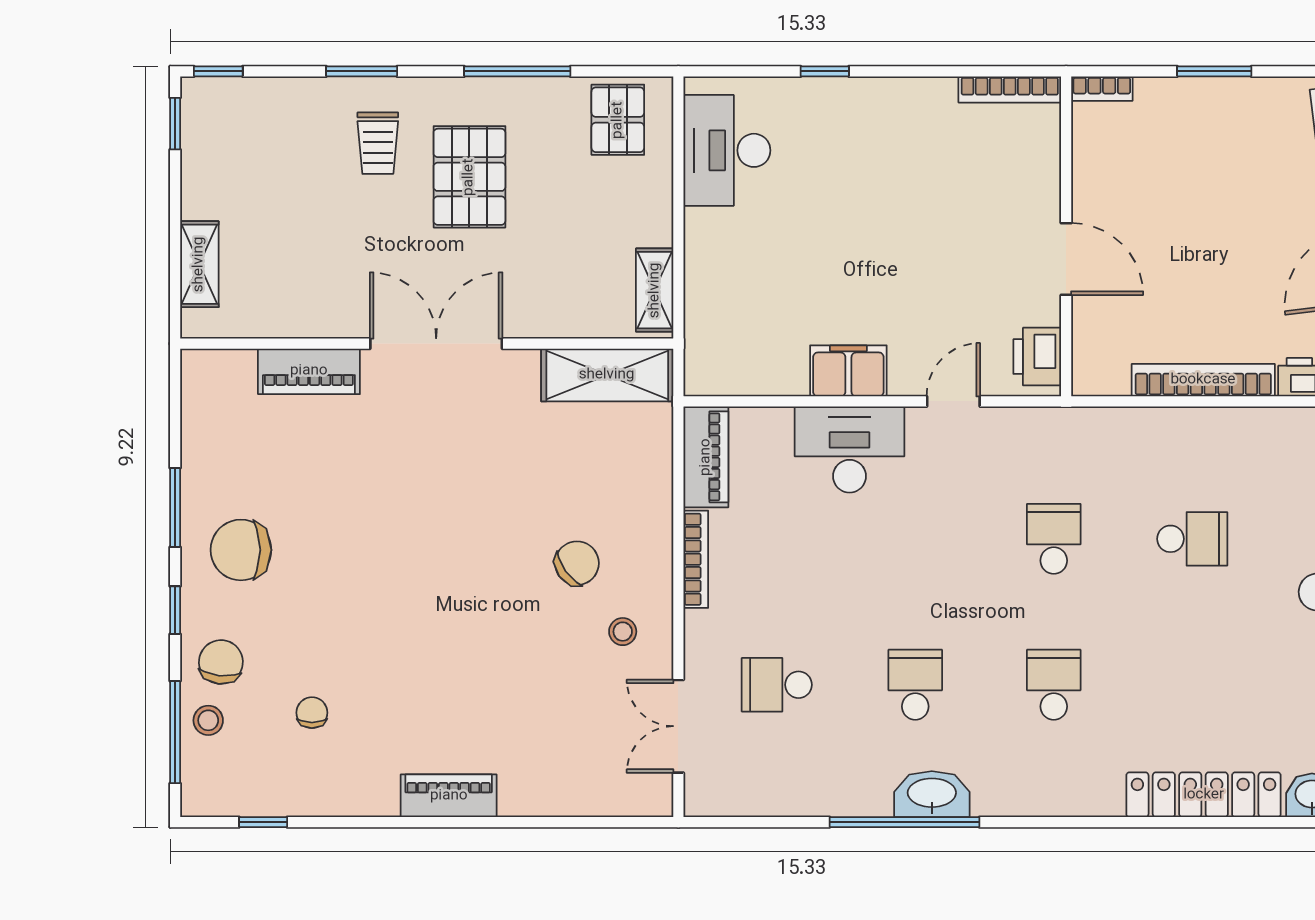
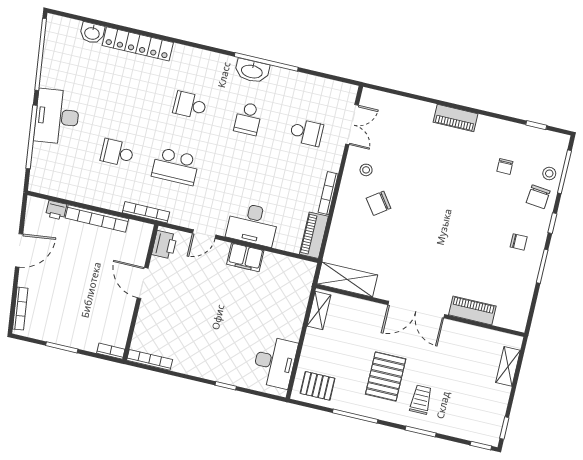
pallet: (618, 120) -> (318, 386), turned 90
bookcase: (1096, 420) -> (146, 212), added
school desk: (1054, 539) -> (175, 166), width x1.85
chair: (241, 550) -> (519, 242), width x0.54, depth x0.54
school desk: (1054, 685) -> (190, 105), turned 90

